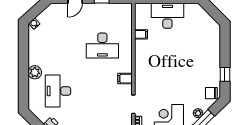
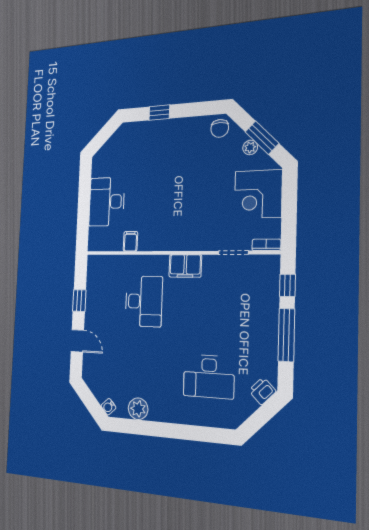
plant: (35, 72) -> (138, 409), moved
window: (225, 74) -> (159, 113), moved
filing cabinet: (125, 79) -> (185, 266), width x2.00

